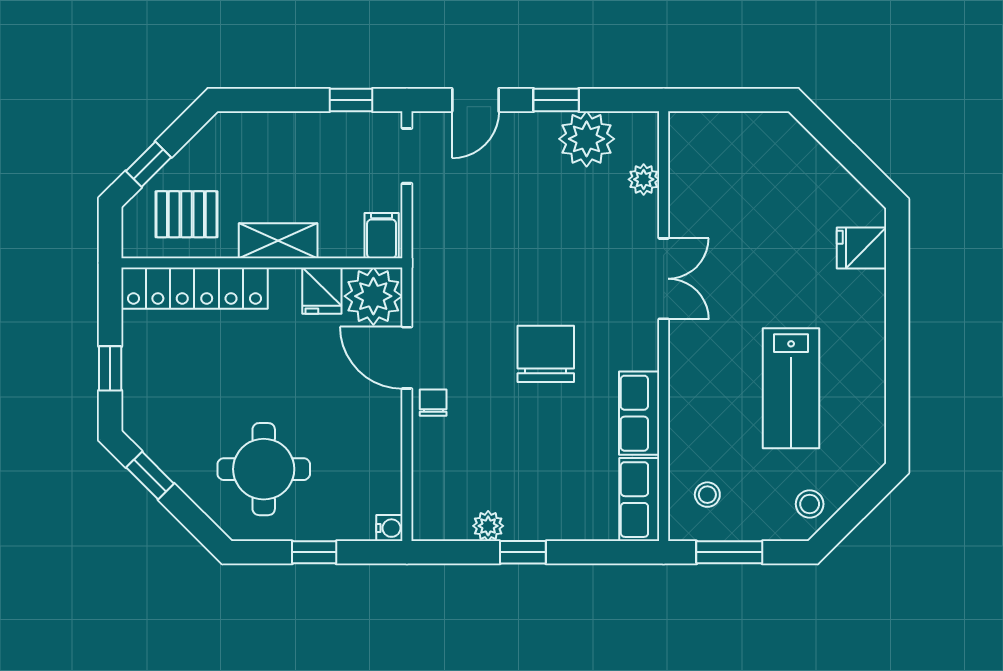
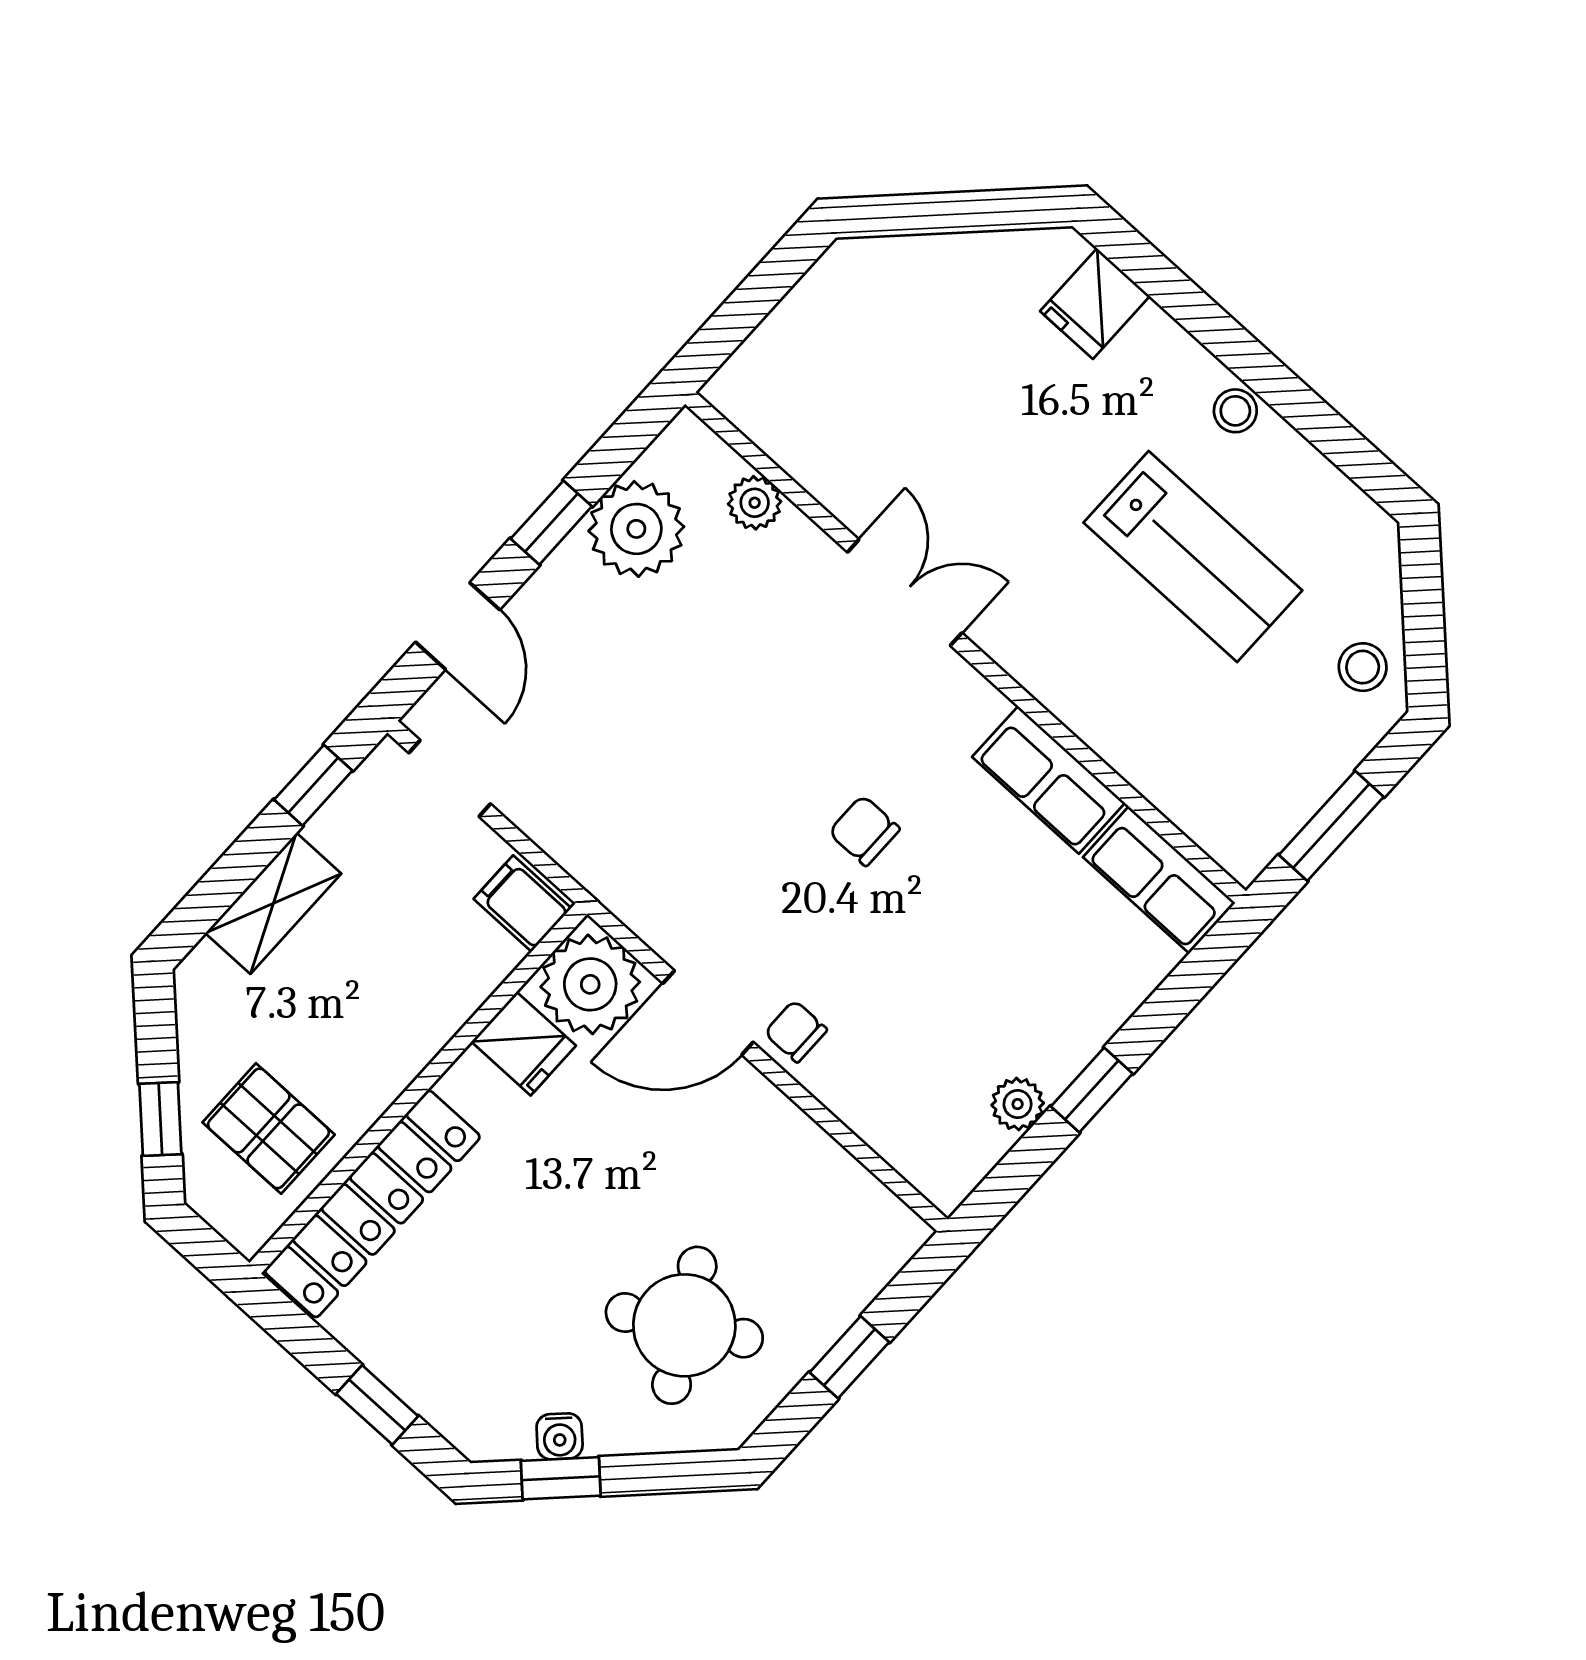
pallet: (186, 214) -> (269, 1128), turned 90
shelving: (278, 241) -> (273, 903), moved
chair: (546, 354) -> (864, 831), width x0.54, depth x0.54
round table: (264, 469) -> (684, 1325), turned -30
stool: (707, 495) -> (1235, 411), moved
water cooler: (389, 528) -> (560, 1436), moved, turned 135

